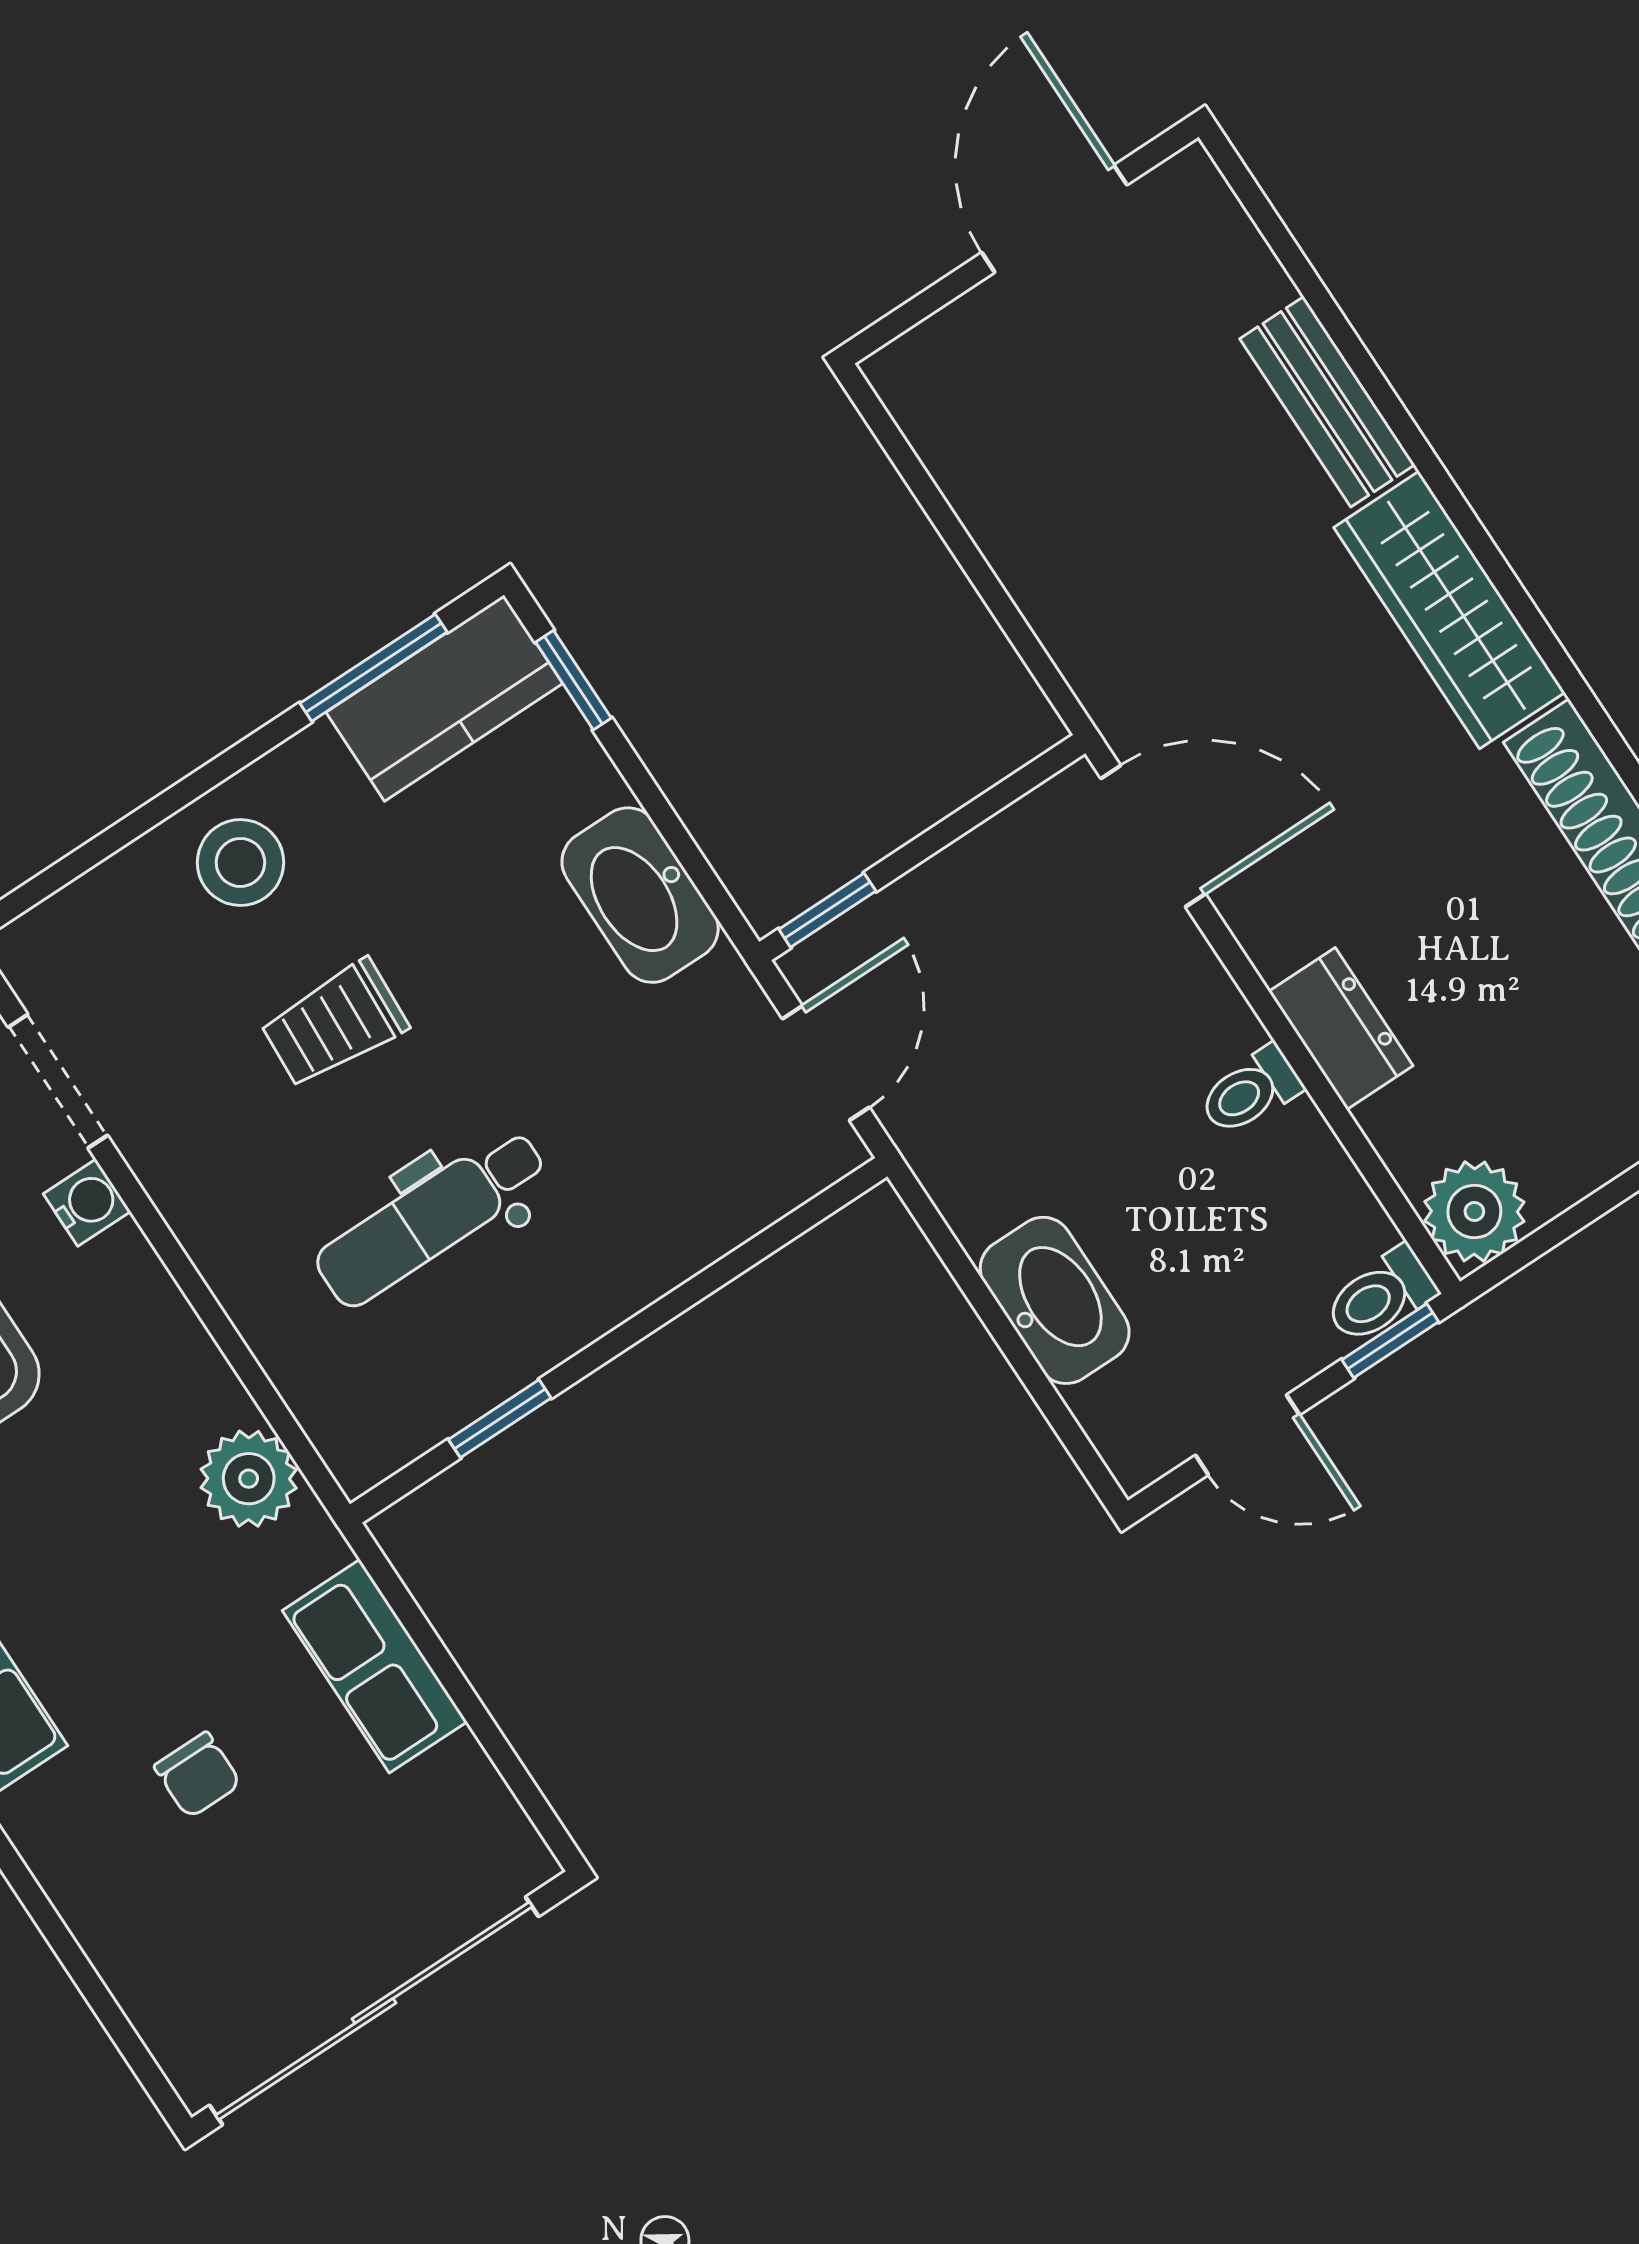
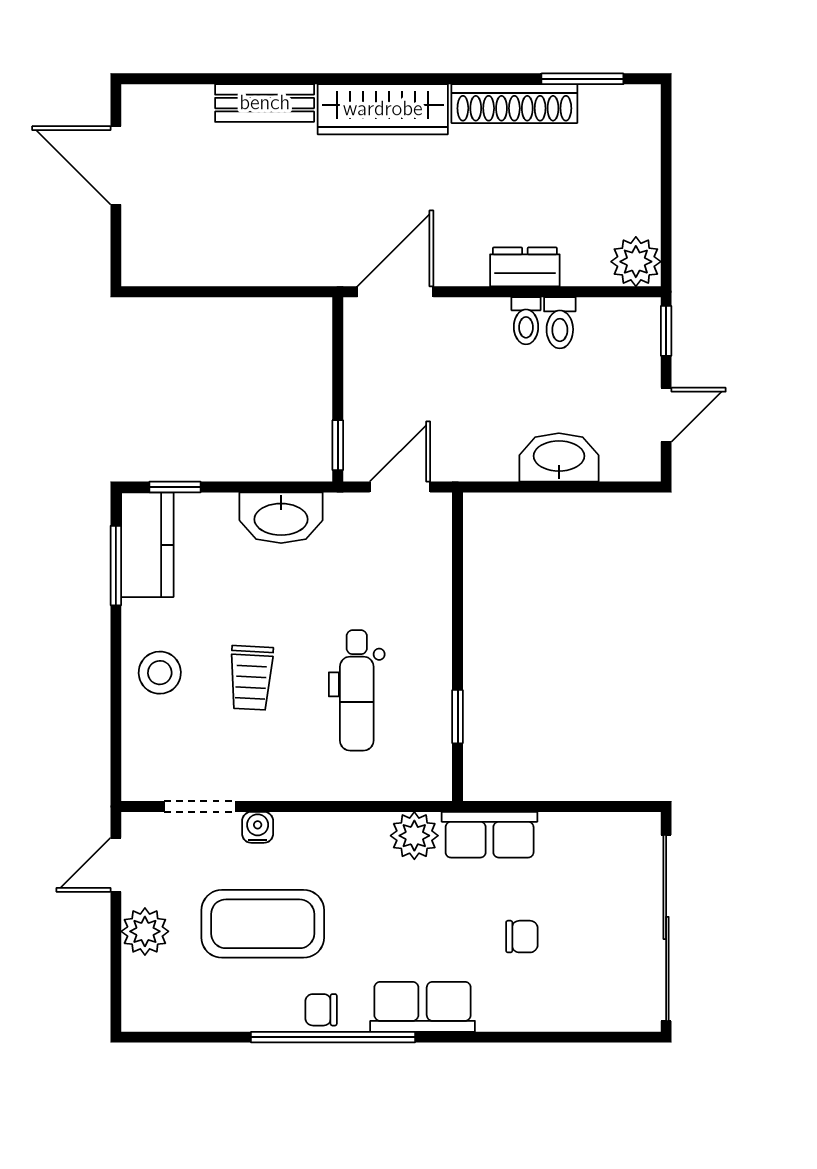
door: (826, 1063) -> (400, 487), hinge flipped
toilet: (1380, 1296) -> (560, 323), moved
row of seats: (375, 1666) -> (490, 835), moved

